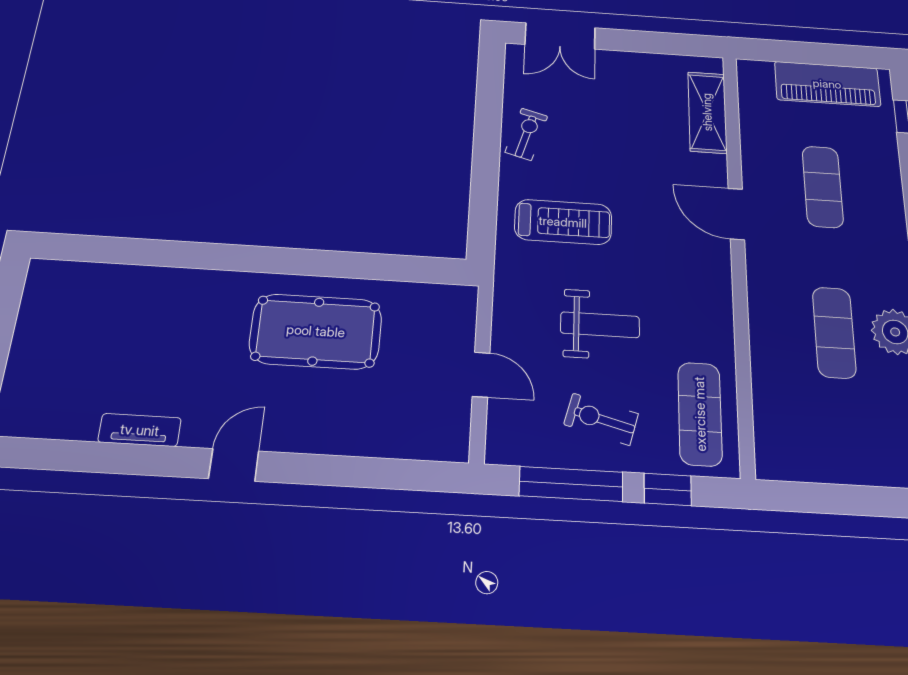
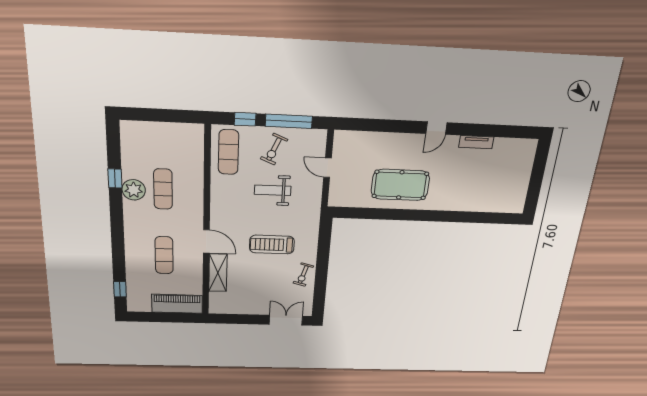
piano: (827, 84) -> (177, 304), moved
shelving: (707, 112) -> (218, 273), moved
treadmill: (563, 222) -> (272, 245), moved
exercise bike: (601, 419) -> (274, 149), turned 98

